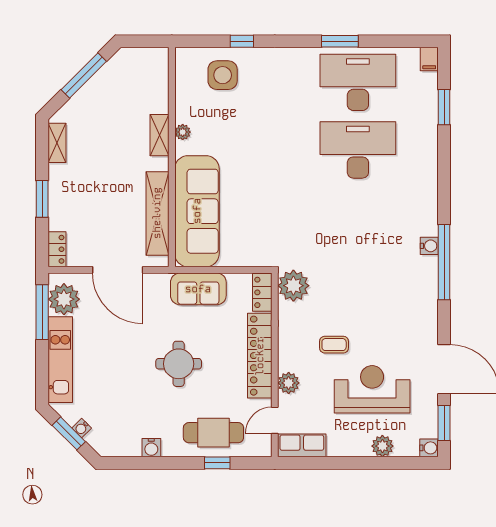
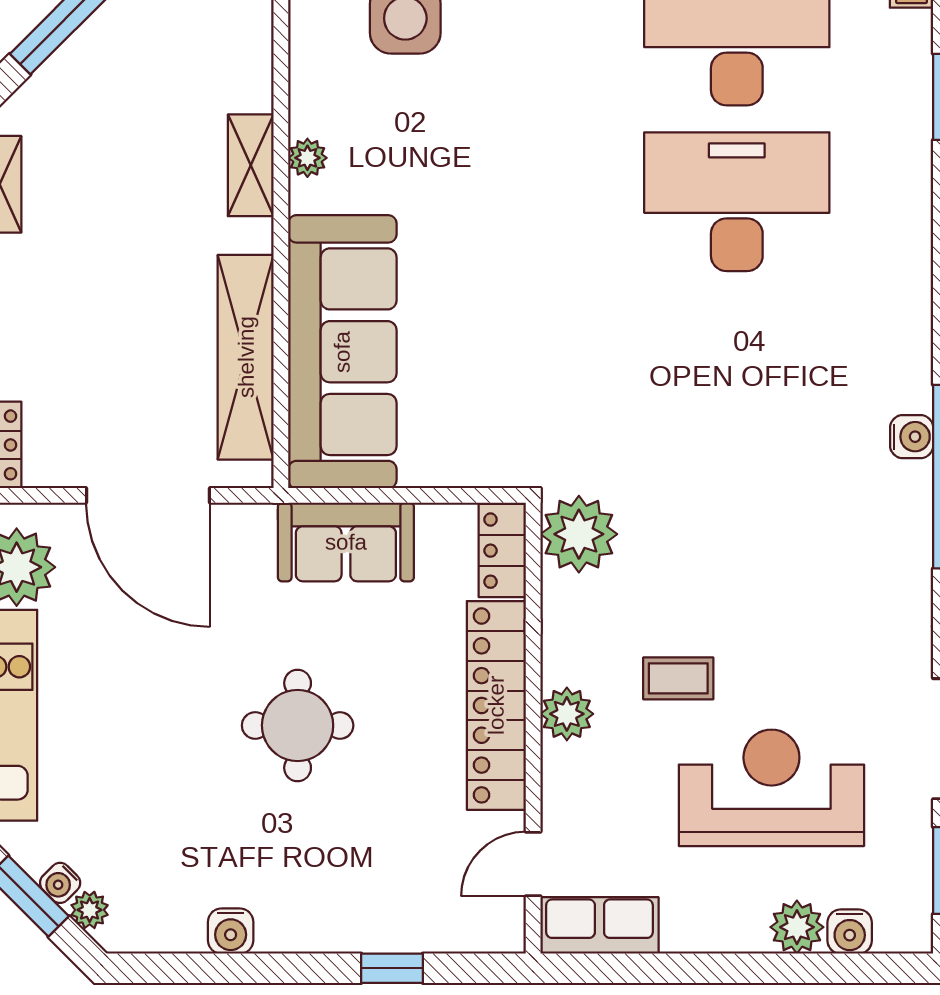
plant: (289, 383) -> (567, 714), moved
cafe table: (213, 433) -> (383, 894), removed
plant: (94, 439) -> (90, 910), added
water cooler: (429, 448) -> (850, 932), moved, turned 90

